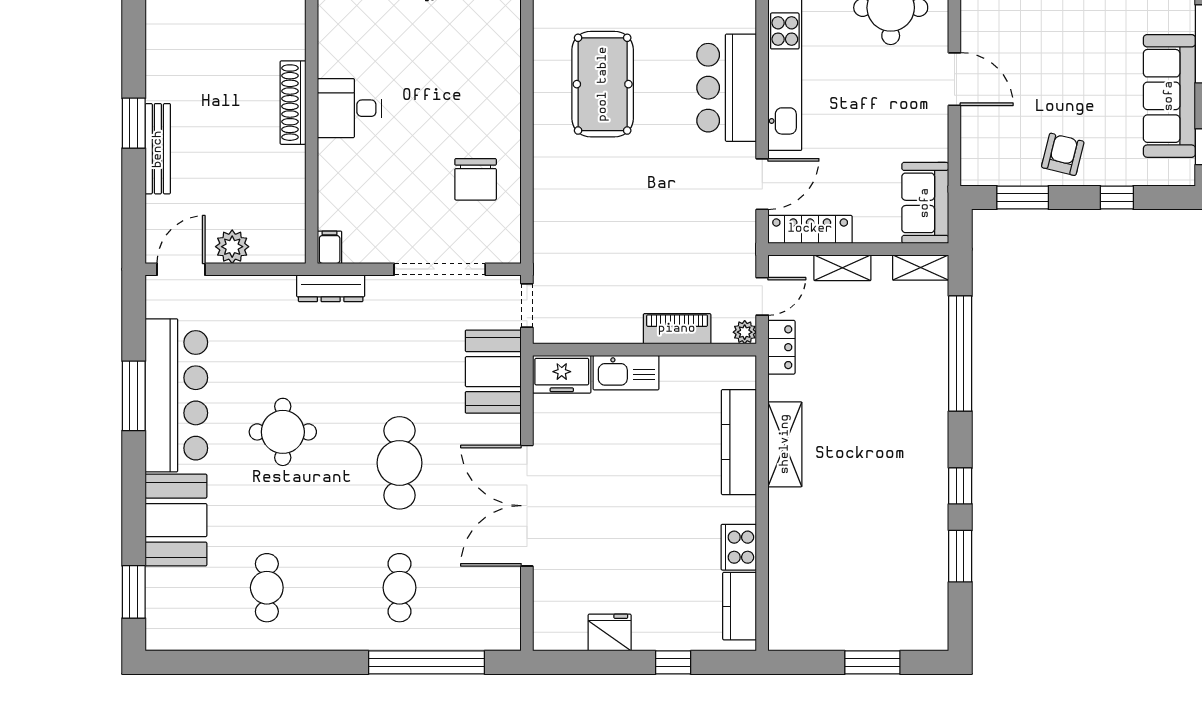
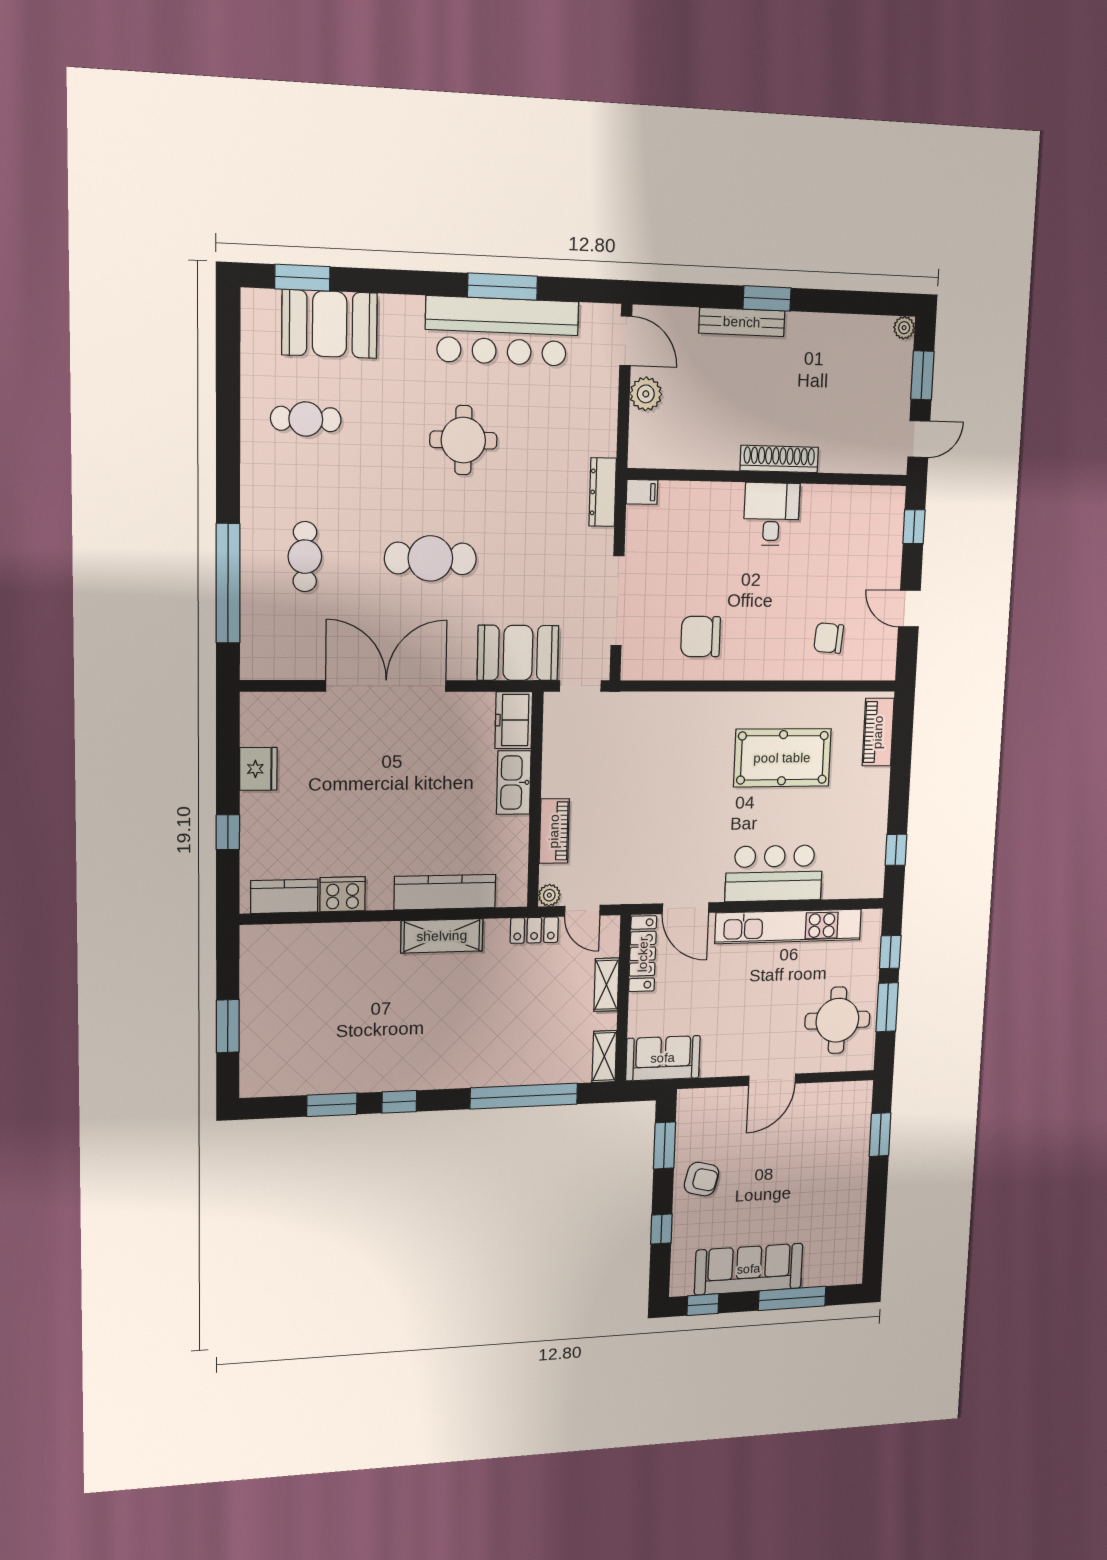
chair: (476, 39) -> (829, 638), added
booth: (176, 520) -> (330, 324), moved
cafe table: (400, 588) -> (305, 557), turned 90

